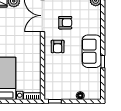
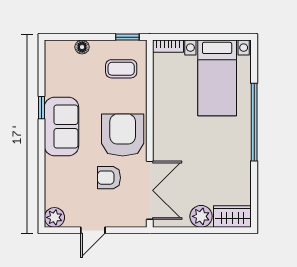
armchair: (58, 46) -> (123, 135), width x1.88, depth x1.88
coffee table: (58, 83) -> (121, 69), added

